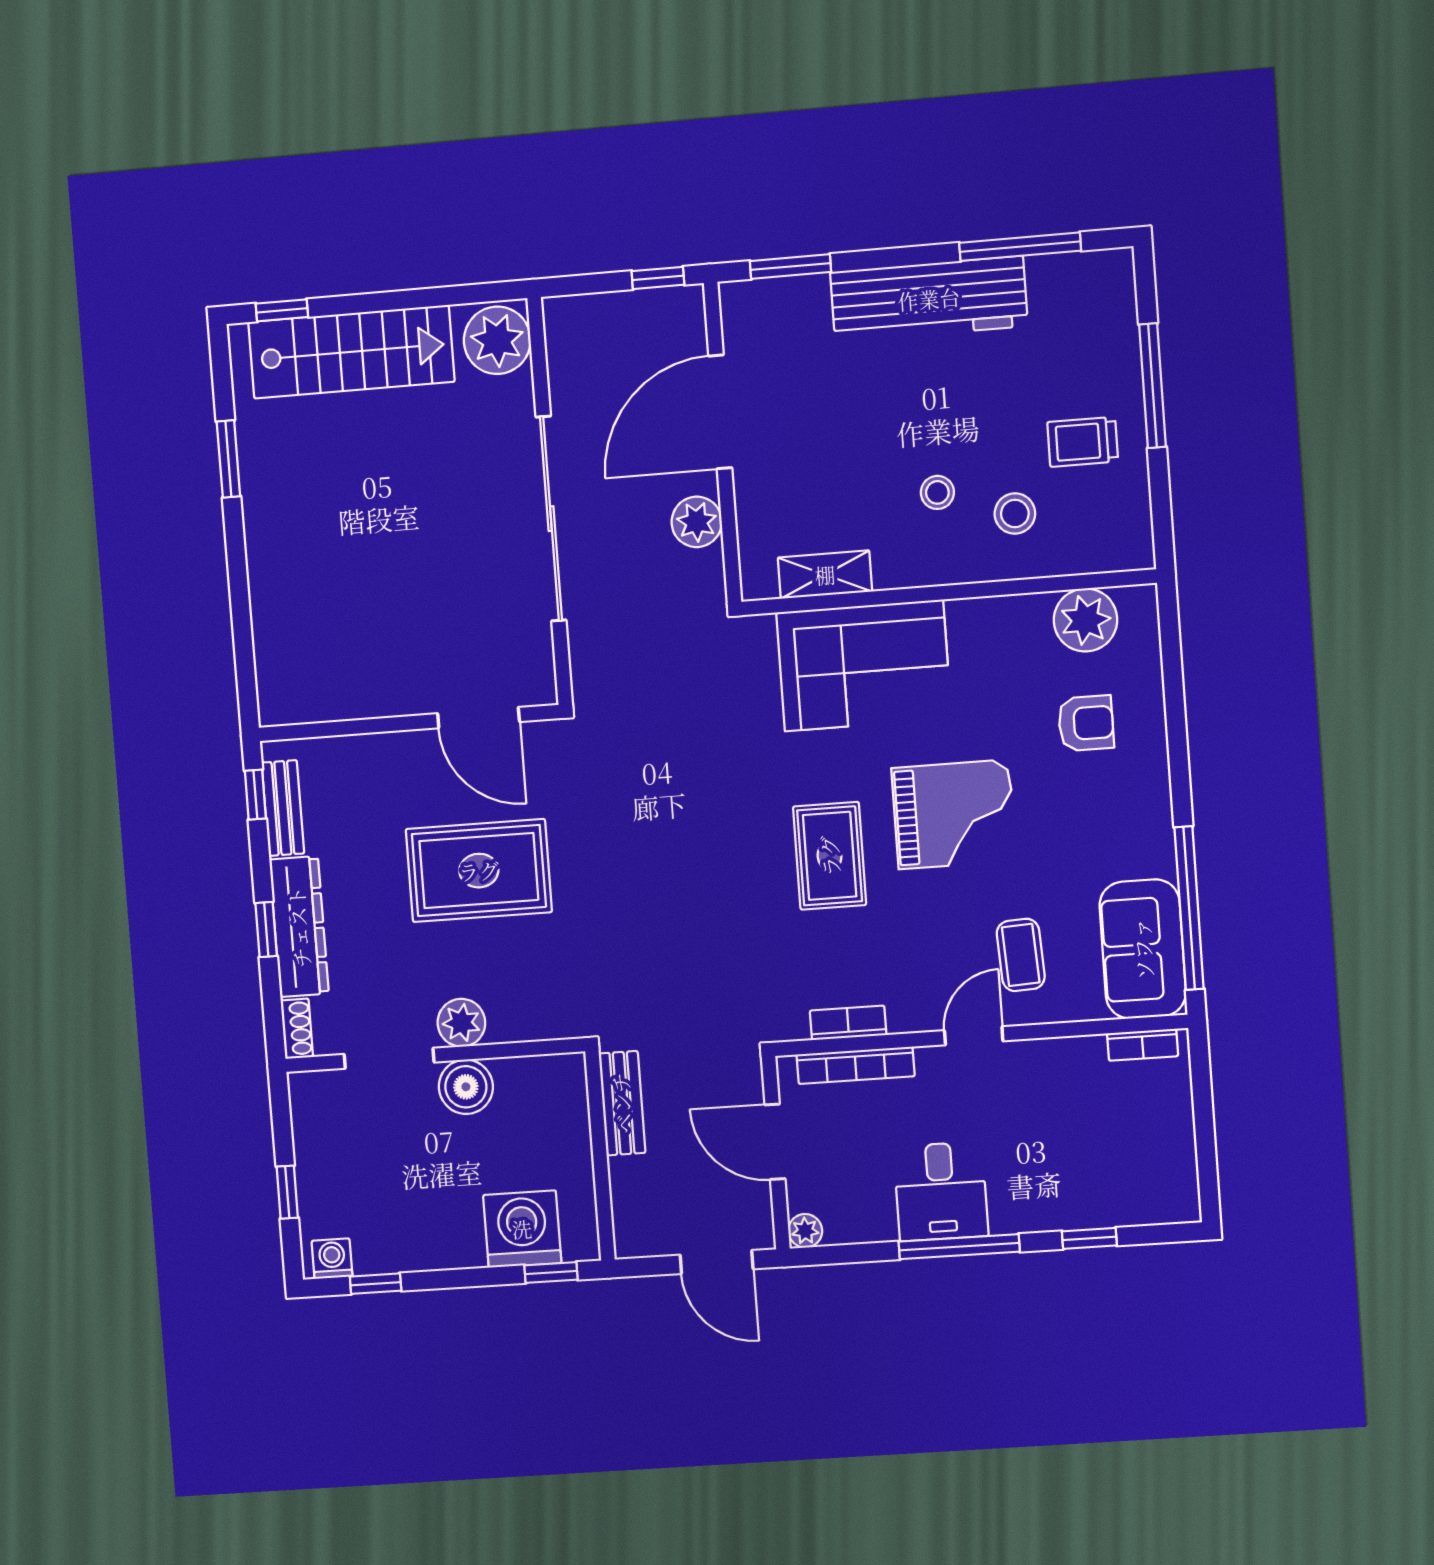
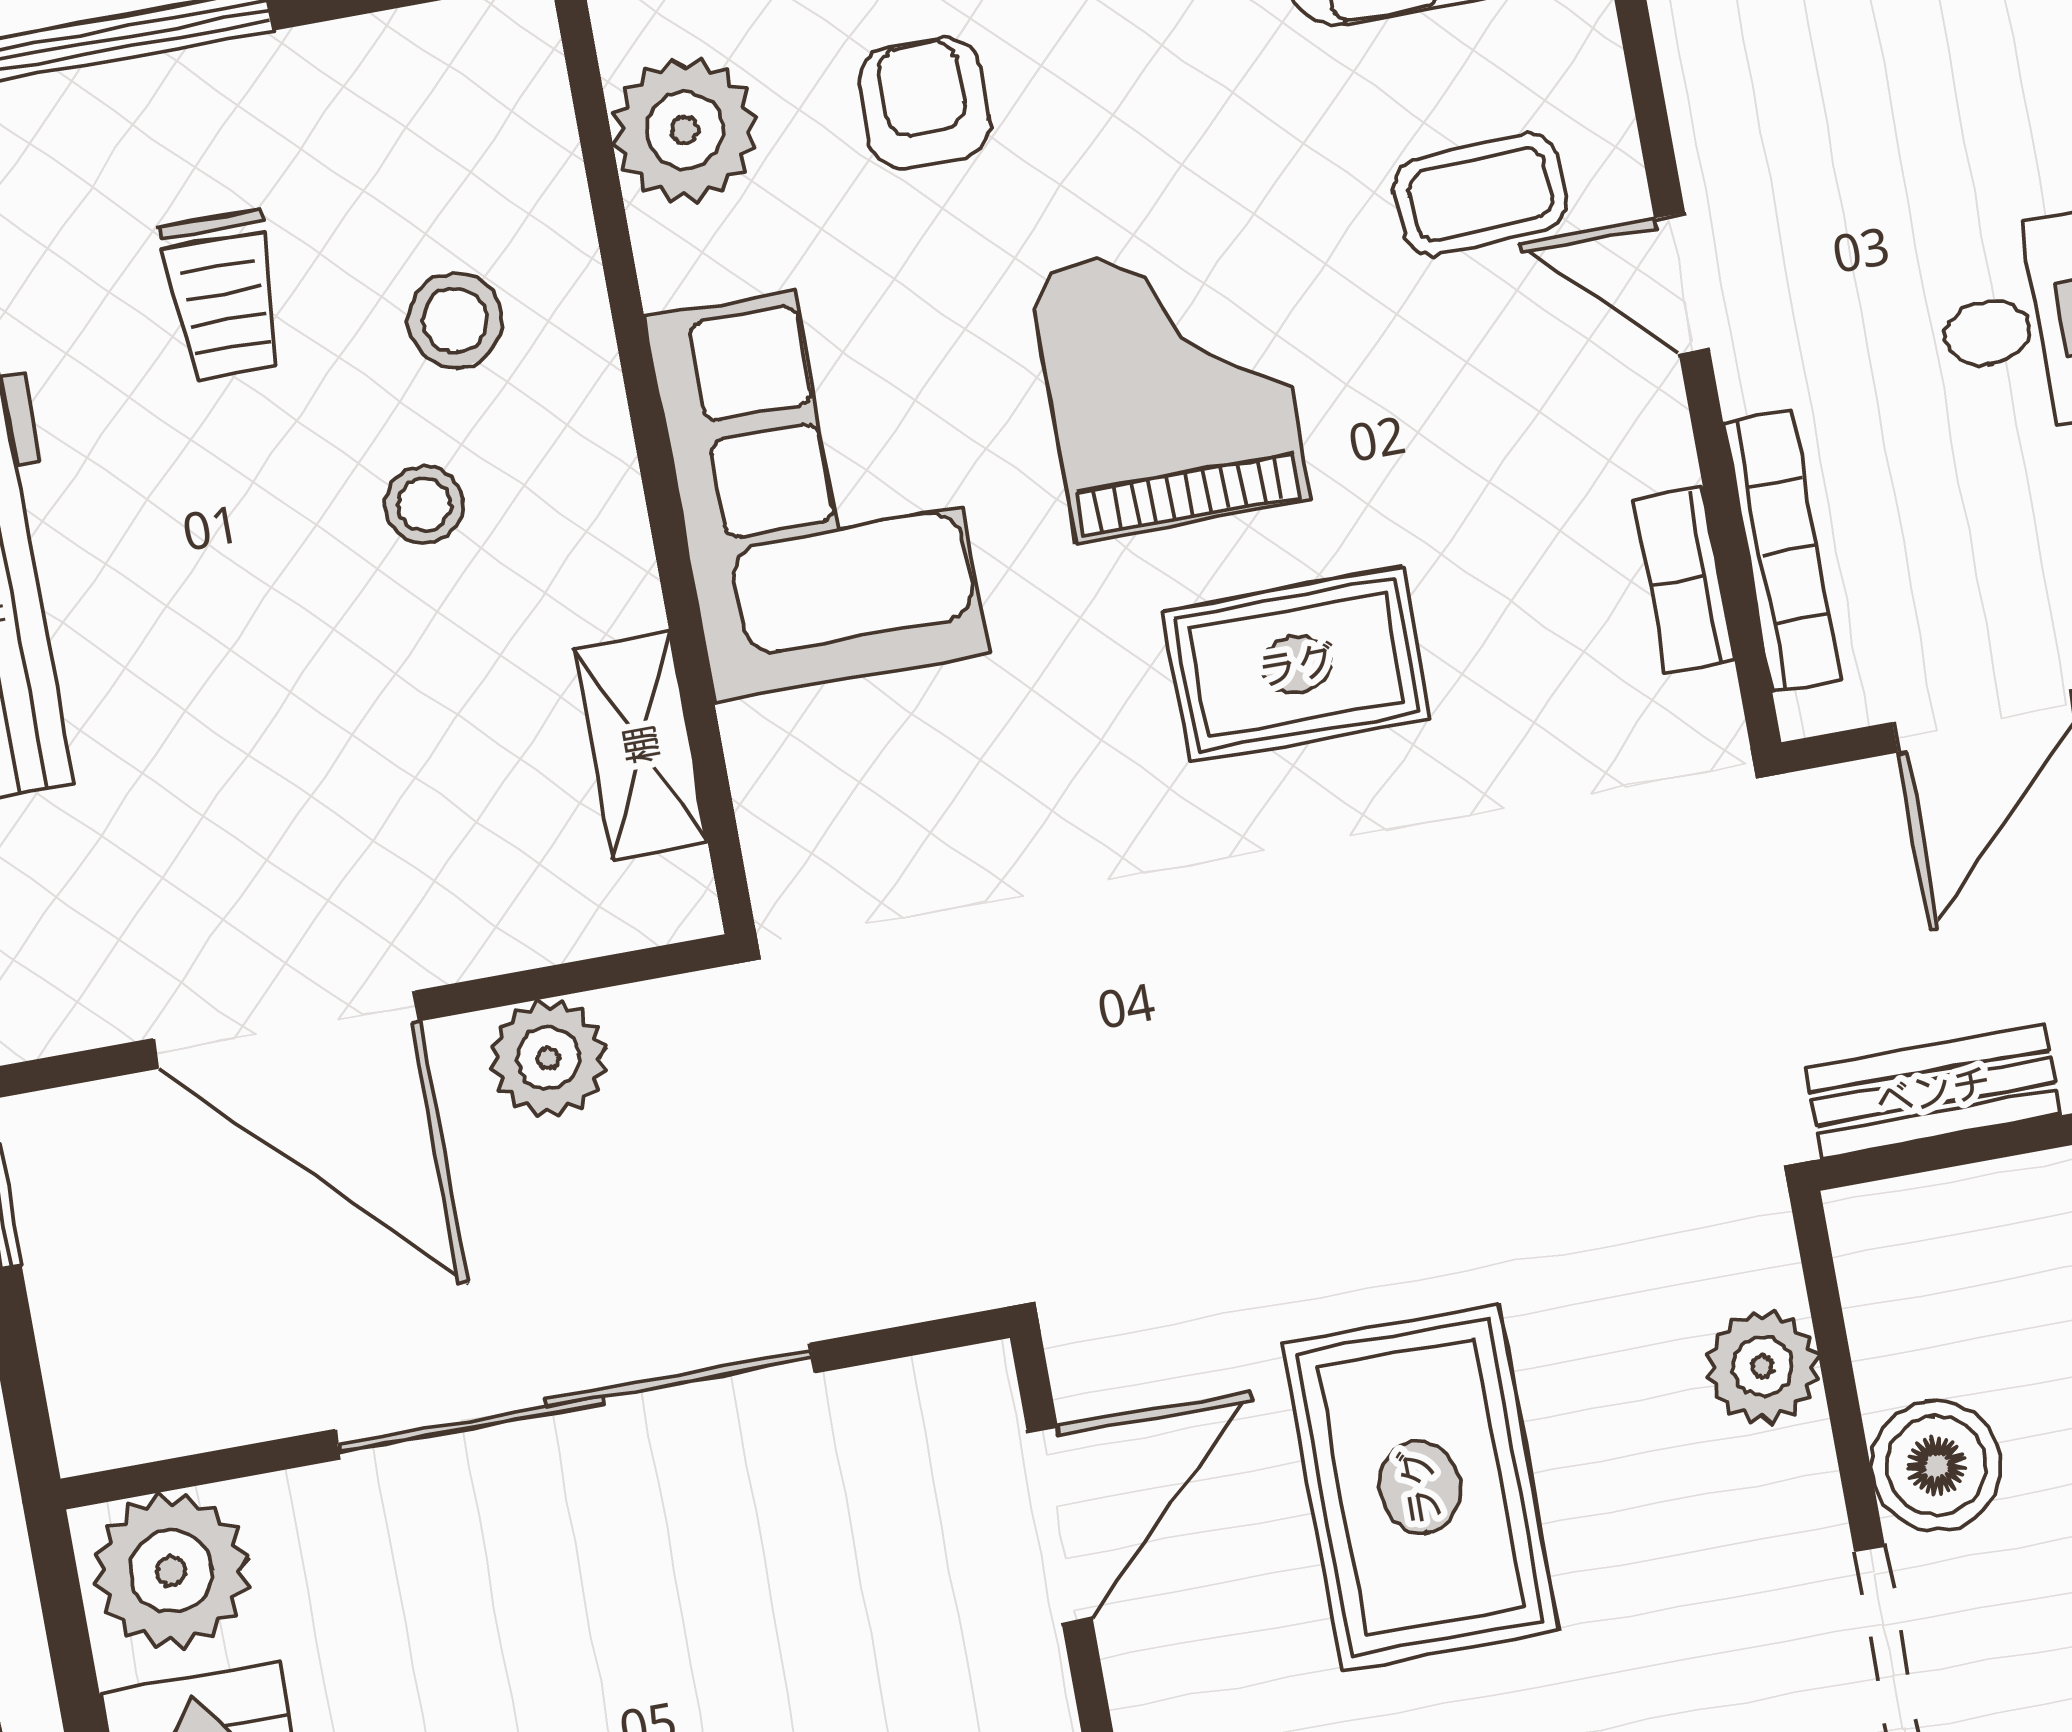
trolley: (1083, 442) -> (223, 296), moved
corner sofa: (864, 666) -> (817, 486), moved
plant: (461, 1023) -> (1763, 1366), moved

